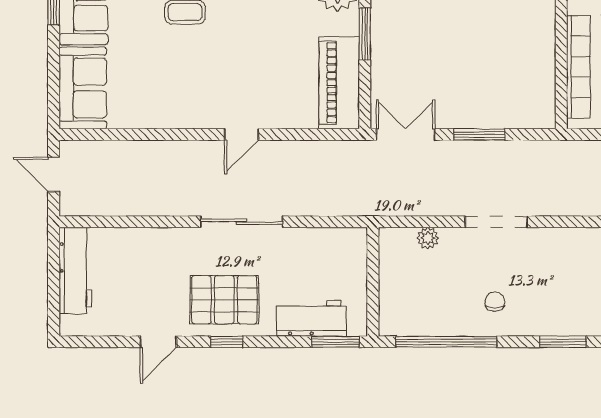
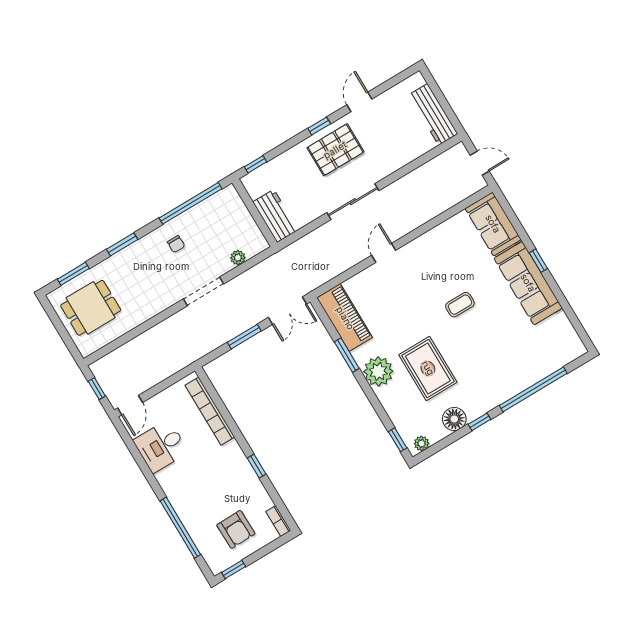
workbench: (311, 318) -> (275, 216), moved, turned -90
window: (335, 342) -> (255, 164), width x0.67

